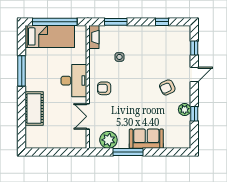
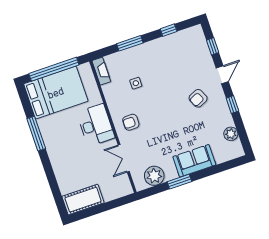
window: (116, 22) -> (130, 43), moved
bed: (50, 36) -> (56, 93), width x1.50
cot: (34, 109) -> (83, 200), moved, turned 90
plant: (185, 110) -> (231, 134), moved
window: (194, 114) -> (232, 105), moved
window: (128, 152) -> (179, 182), width x0.69

